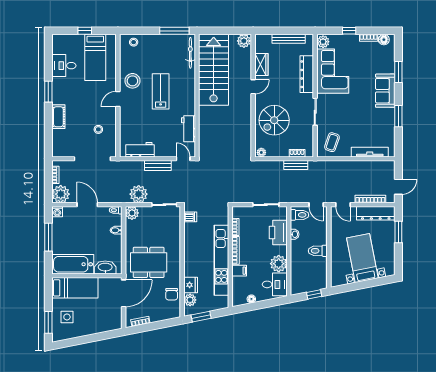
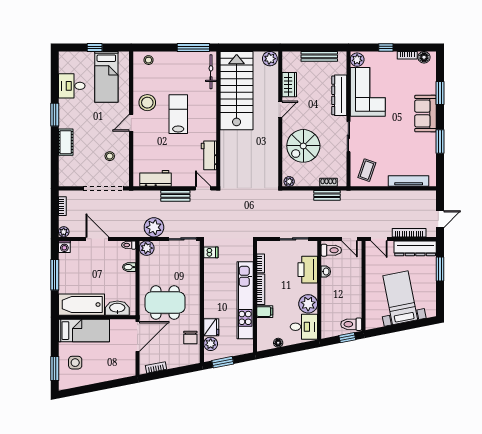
plant: (61, 194) -> (64, 232), width x0.53, depth x0.53
toilet: (318, 251) -> (351, 324), moved

